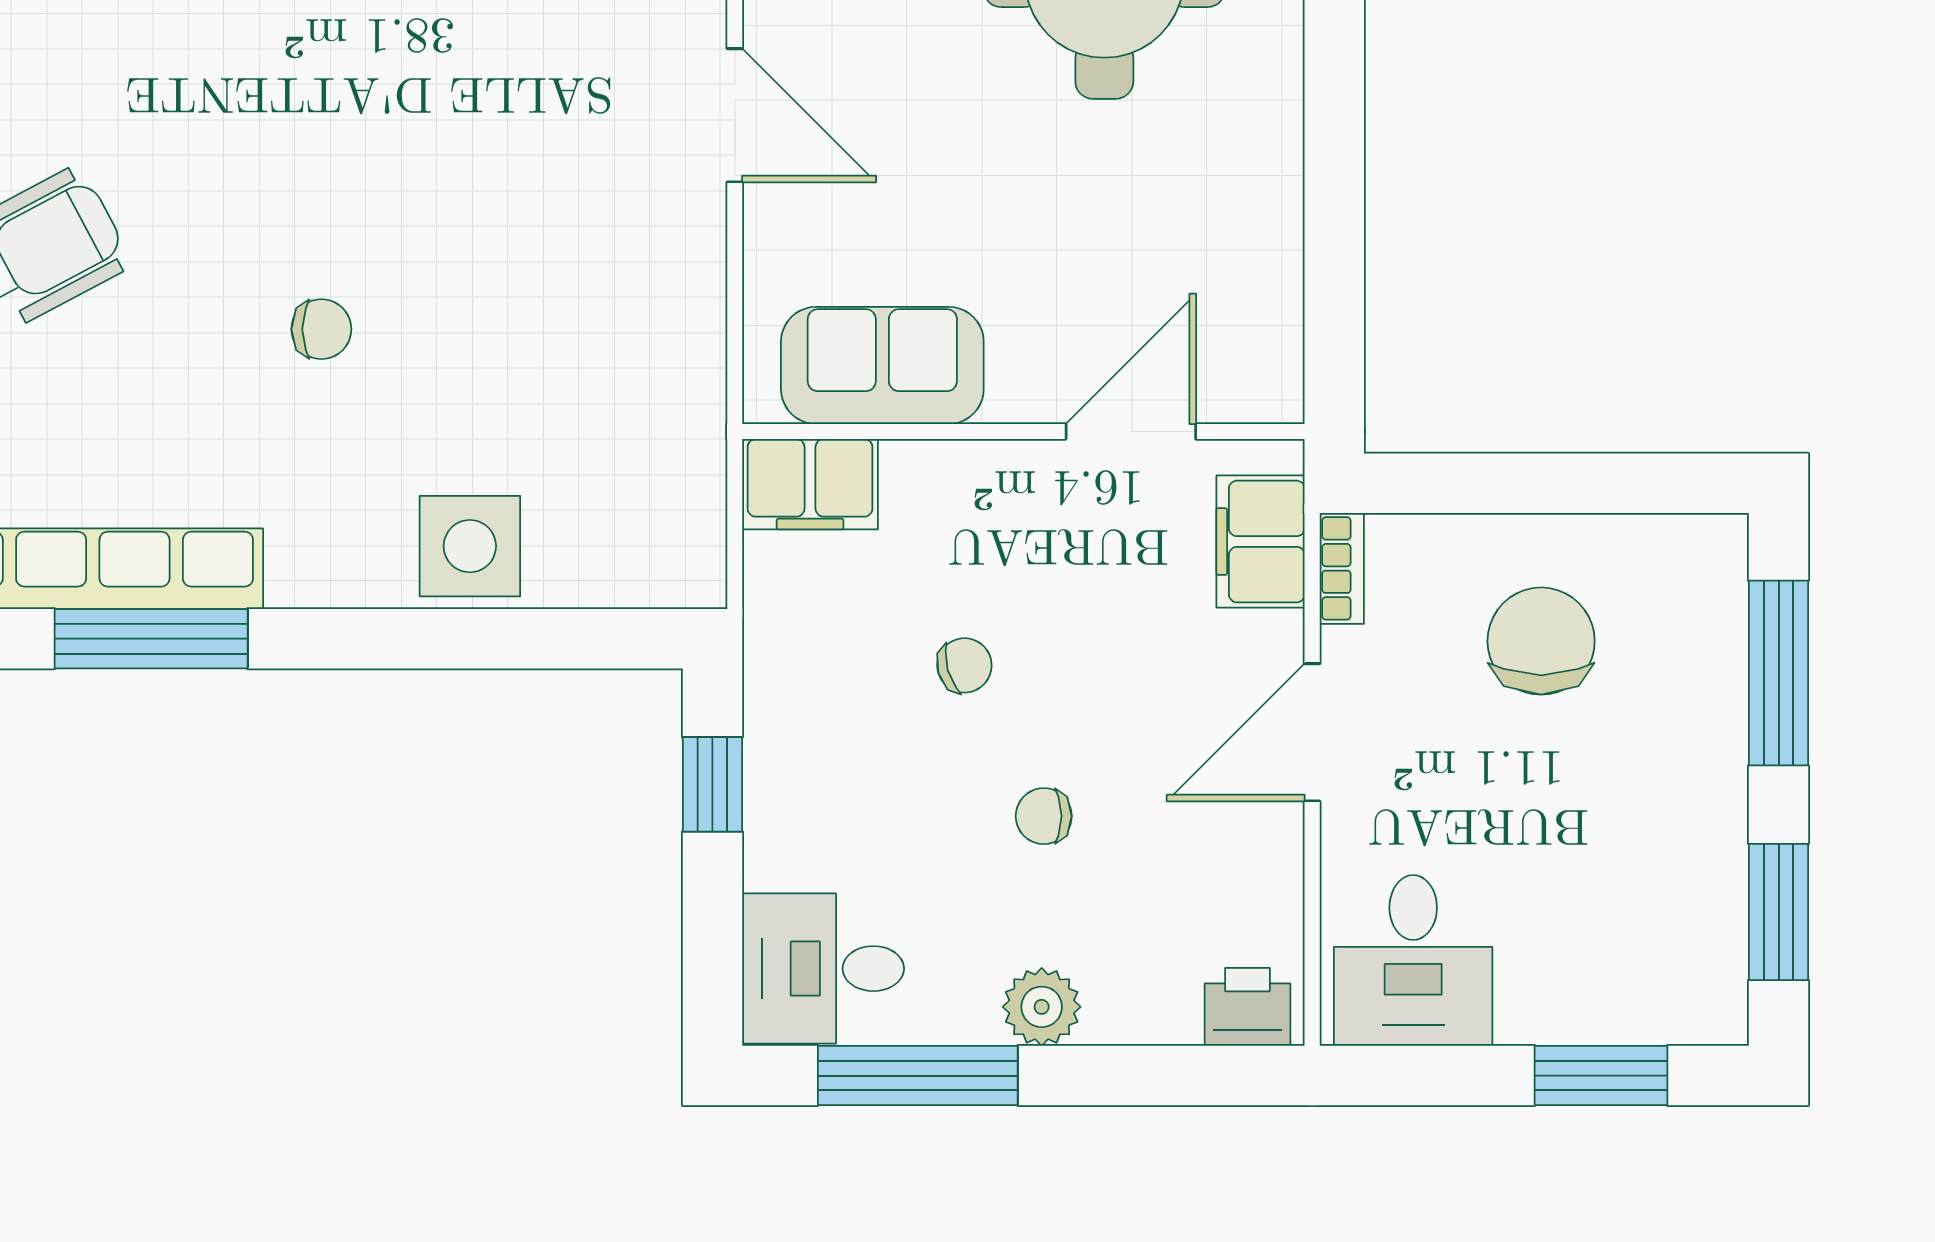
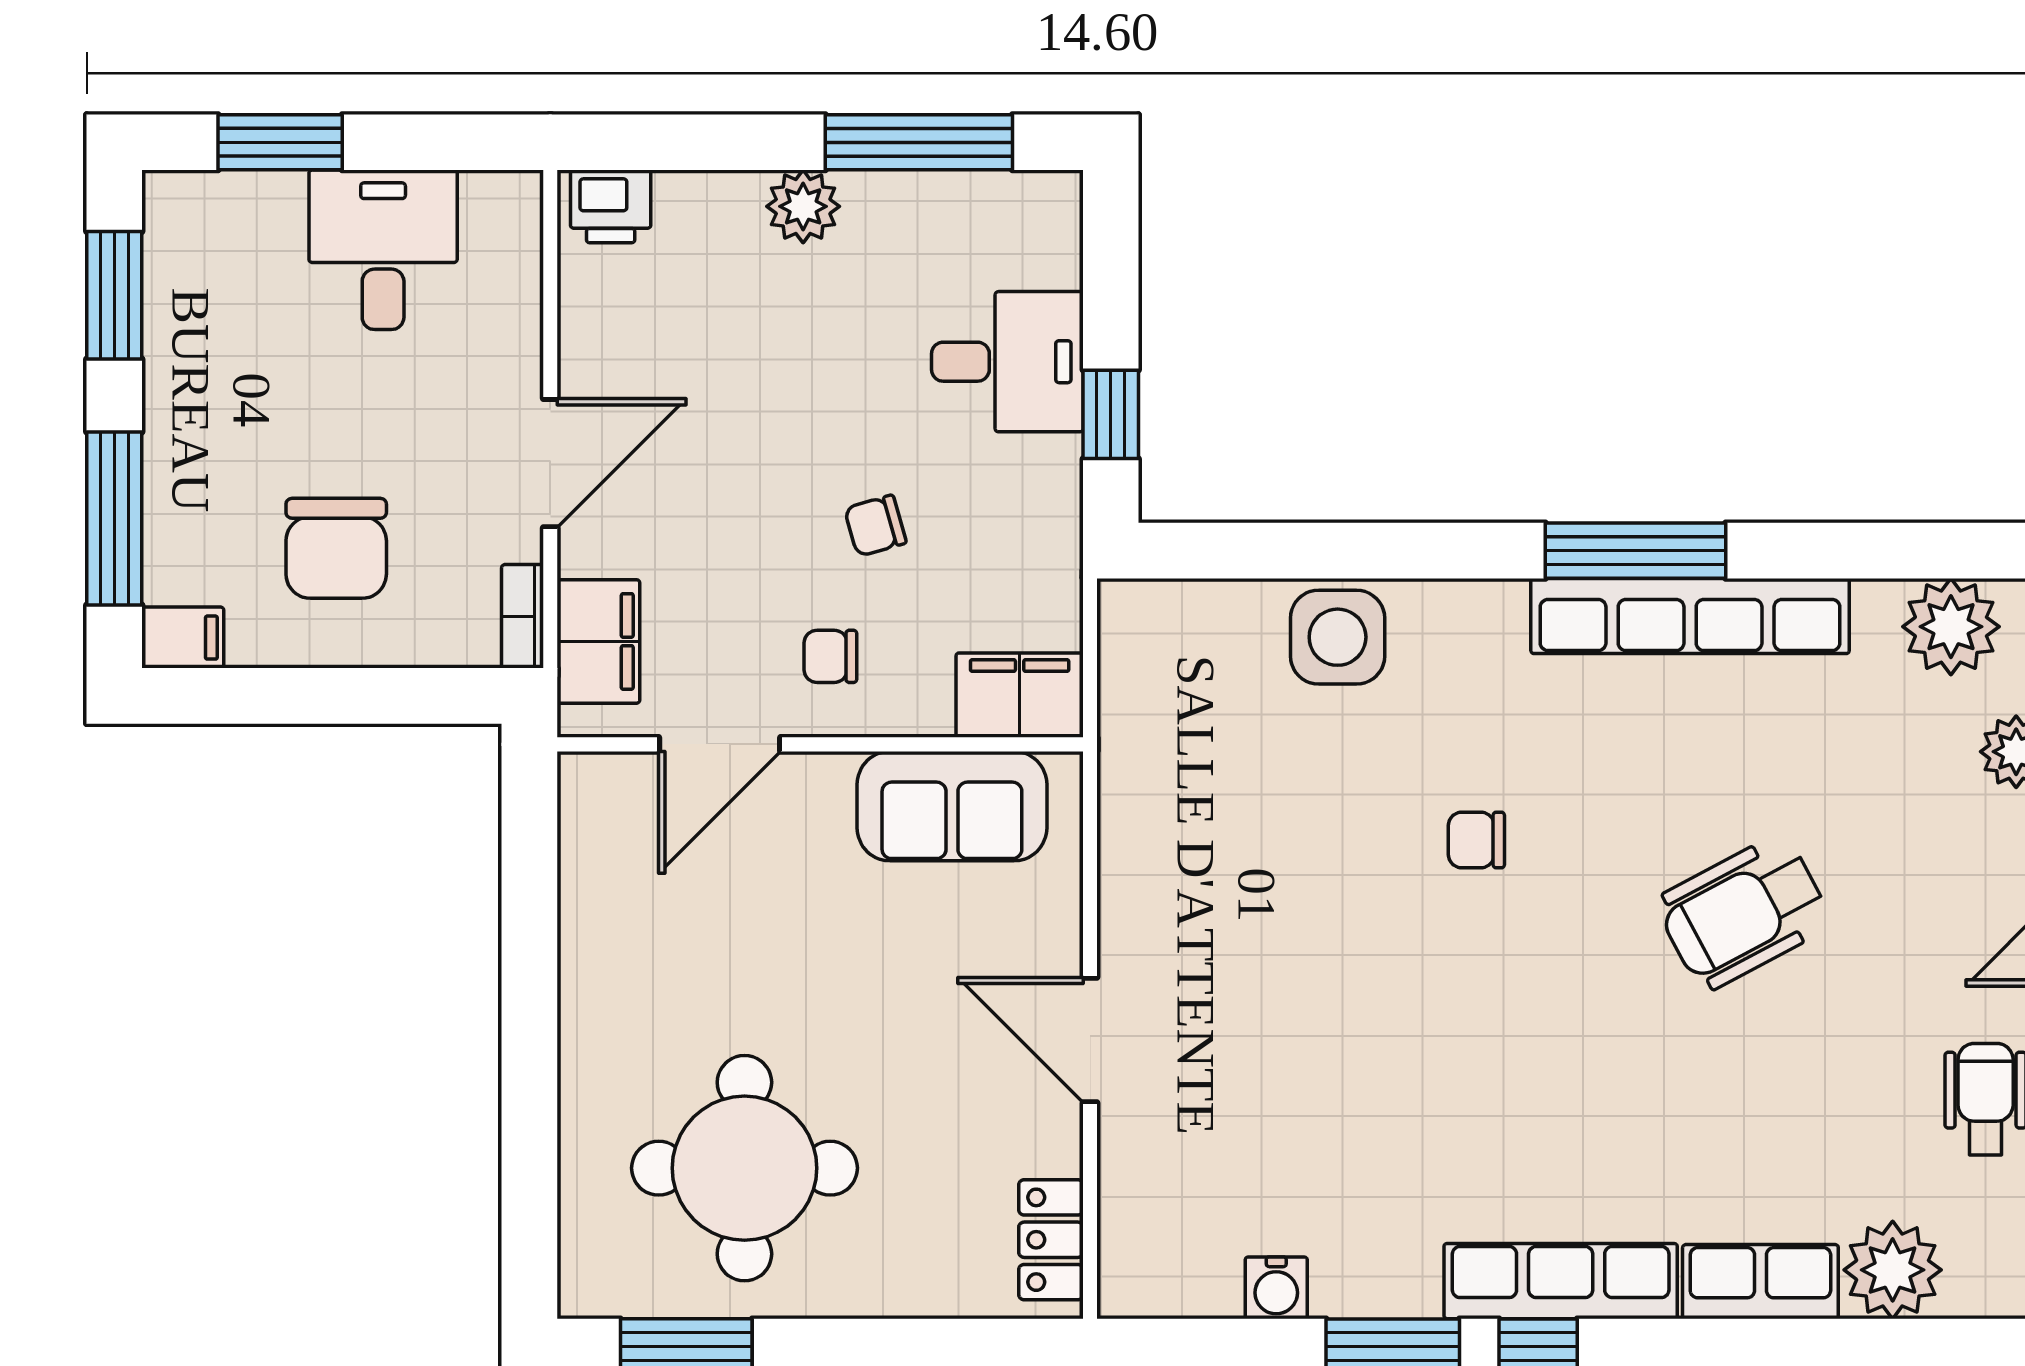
filing cabinet: (1705, 546) -> (183, 638), added
chair: (1044, 816) -> (830, 656), moved, turned 180
desk: (1413, 960) -> (383, 250), moved
desk: (823, 969) -> (1007, 362), moved

